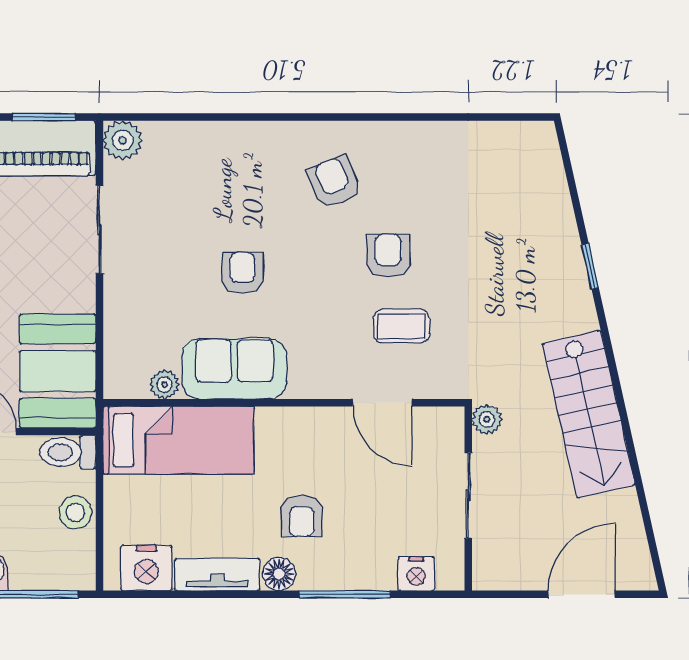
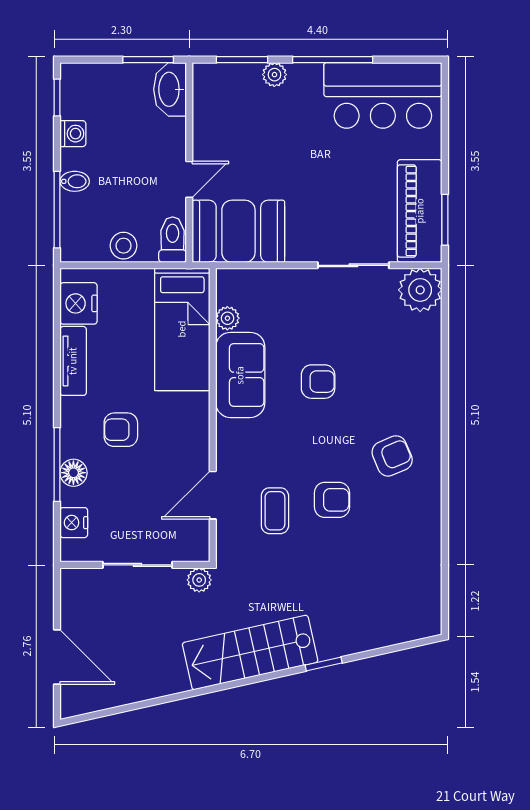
plant: (123, 140) -> (420, 290), width x1.36, depth x1.36
stairs: (589, 414) -> (250, 652), moved
floor lamp: (279, 574) -> (73, 473), moved

